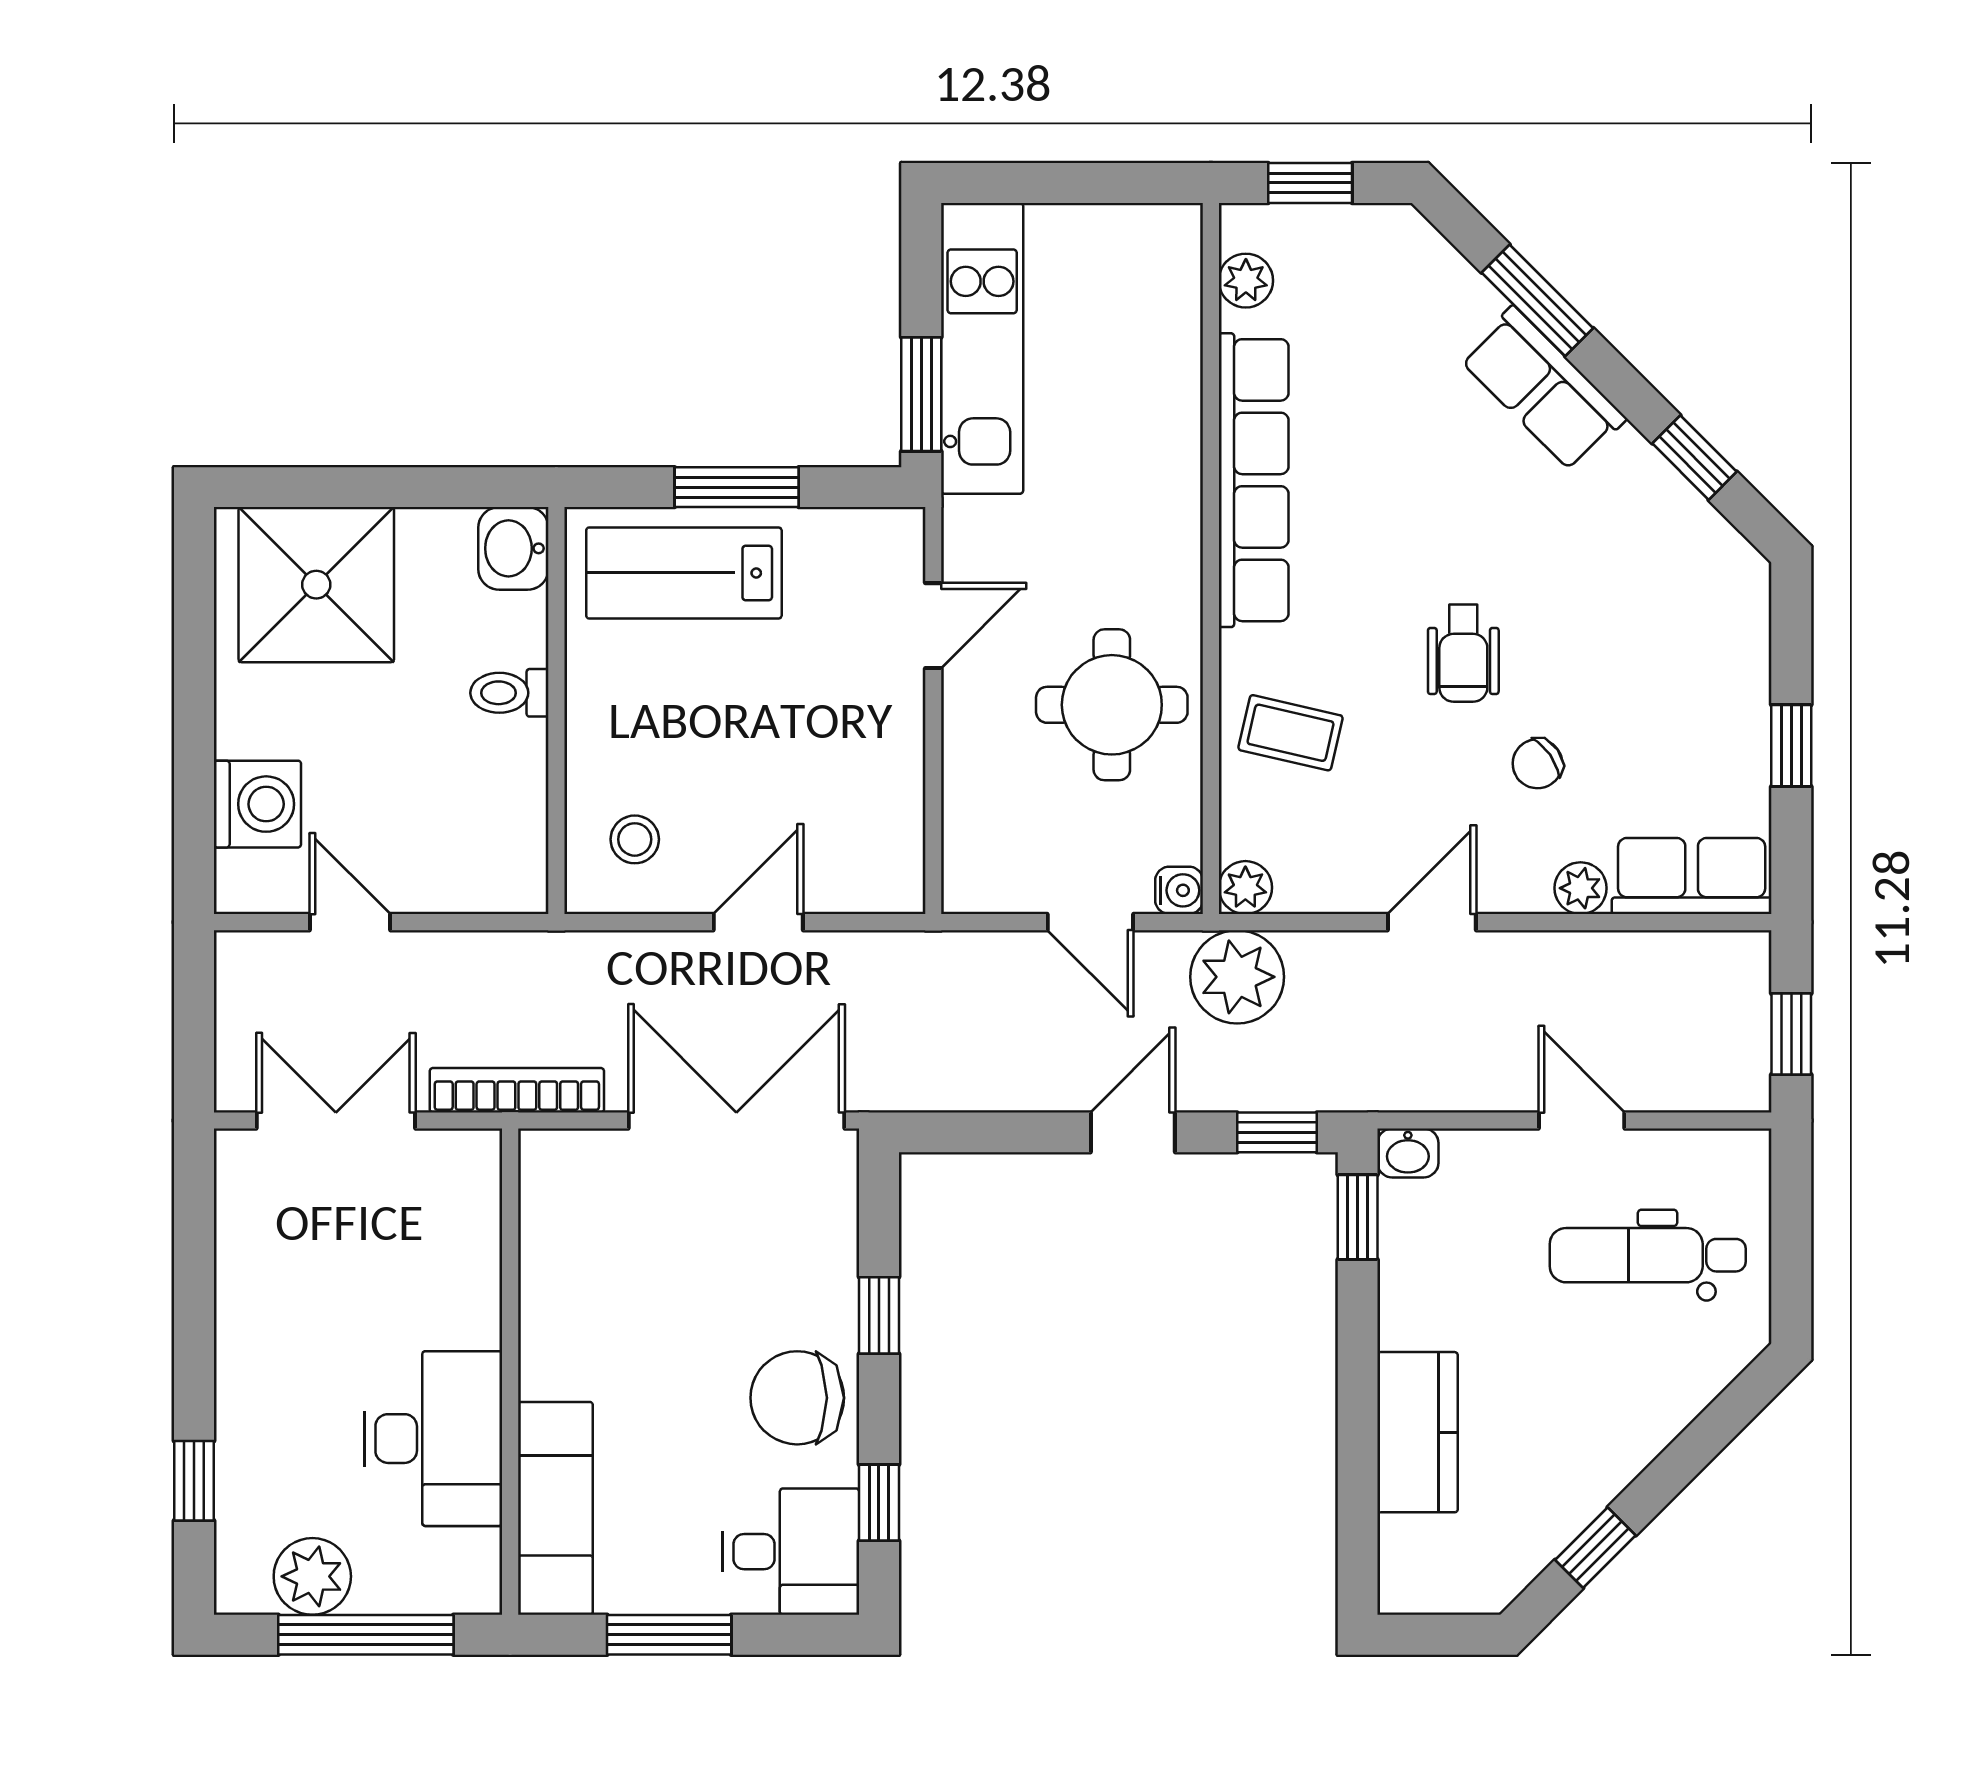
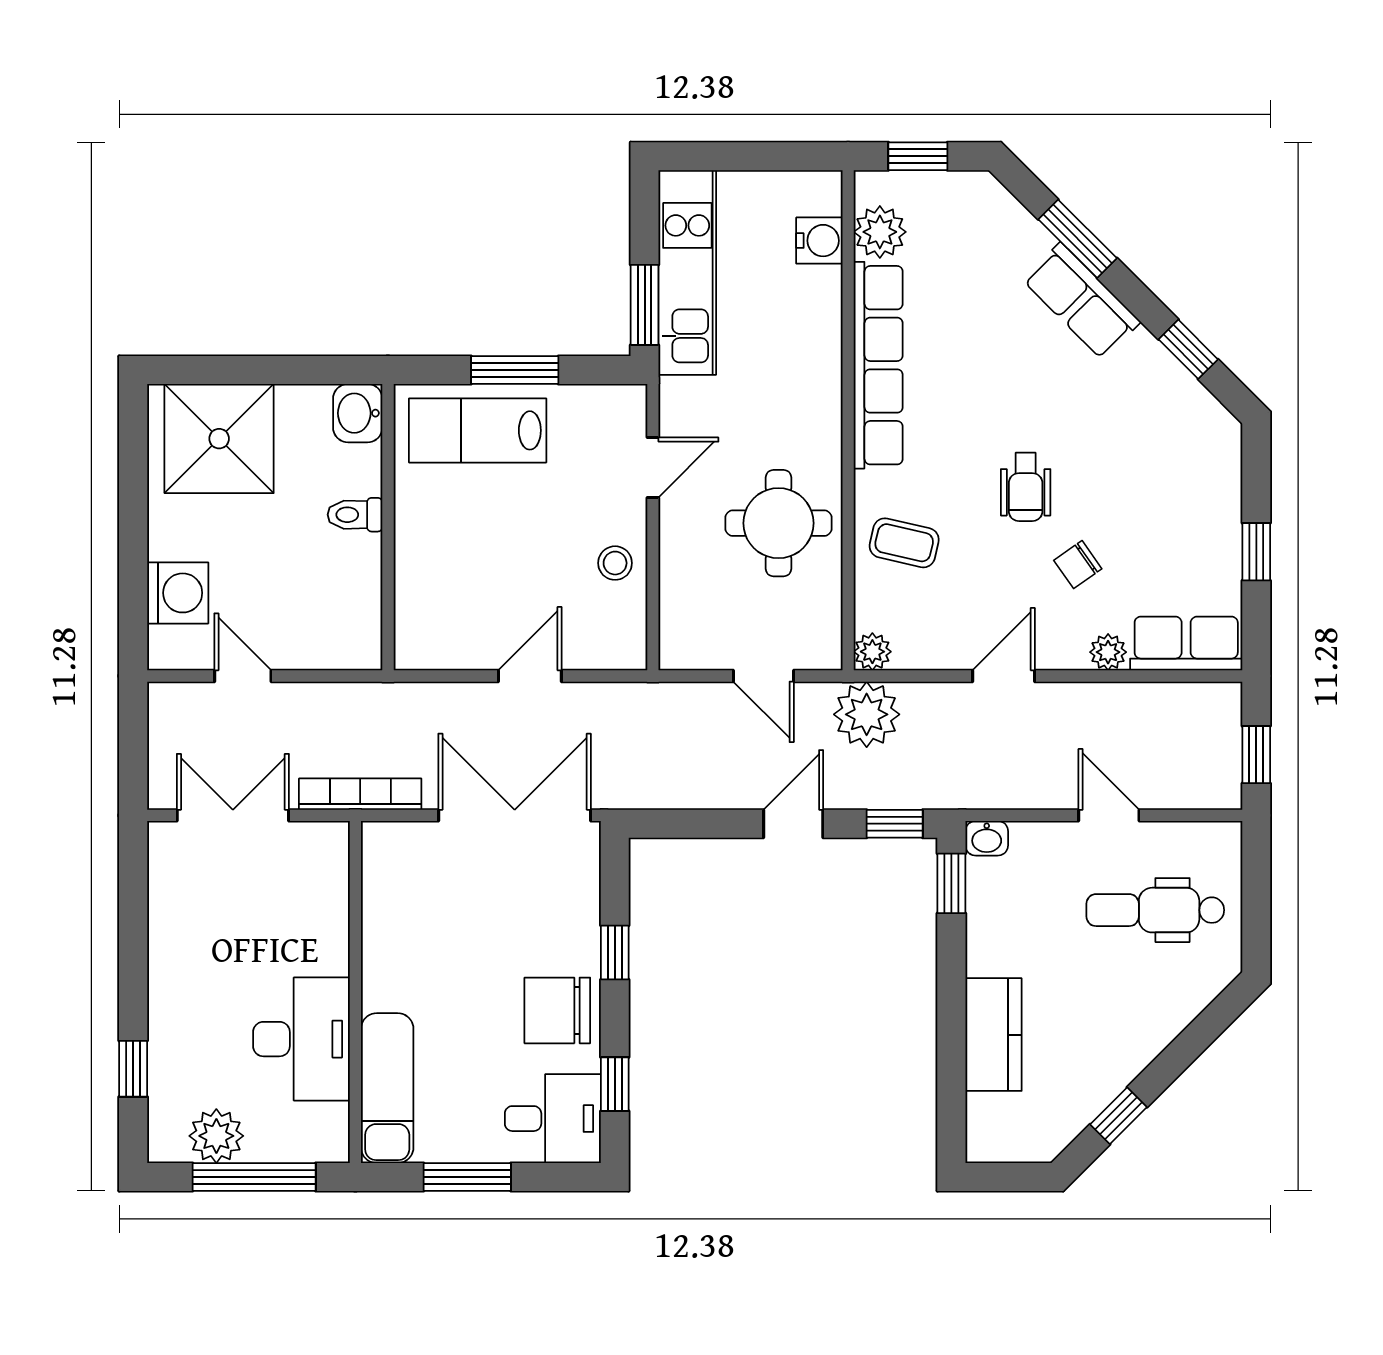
plant: (1246, 281) -> (880, 232), width x1.38, depth x1.38
stool: (635, 839) -> (615, 563), moved
water cooler: (1179, 890) -> (819, 241), moved, width x1.38, depth x1.38

